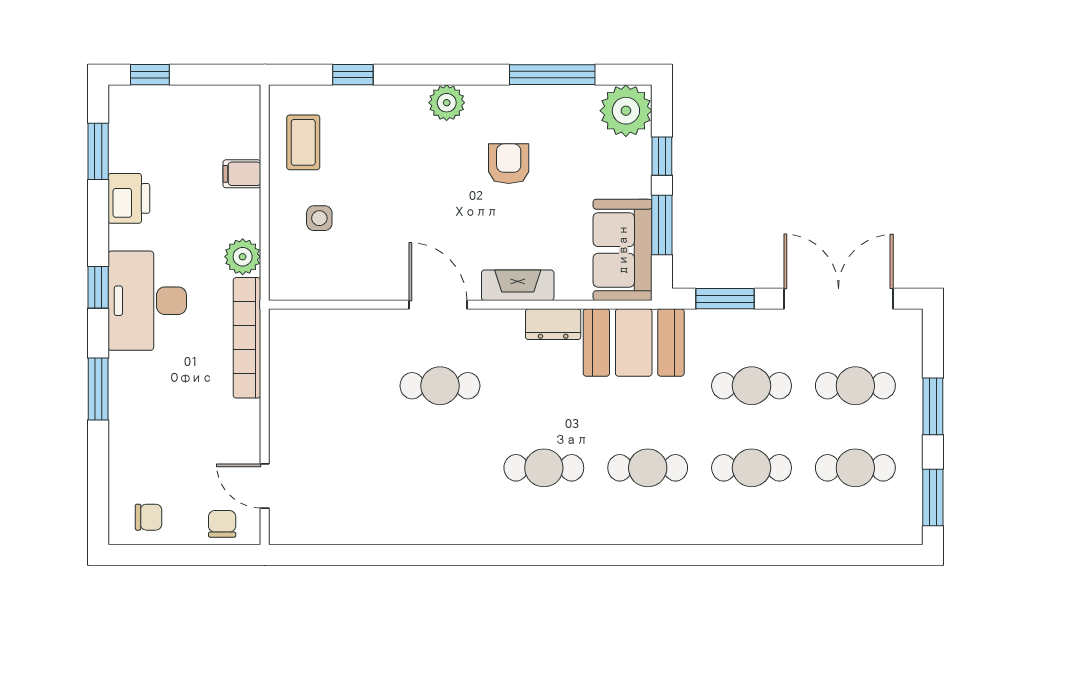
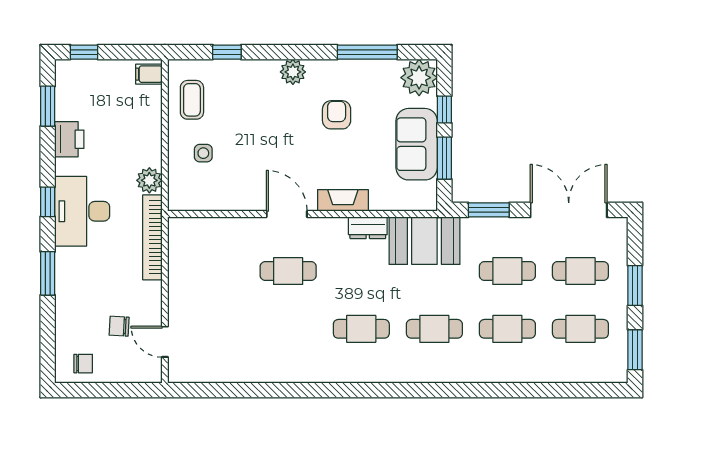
filing cabinet: (242, 174) -> (149, 74), moved
sofa: (623, 250) -> (417, 144), moved
chair: (222, 524) -> (119, 326), moved, turned -87

